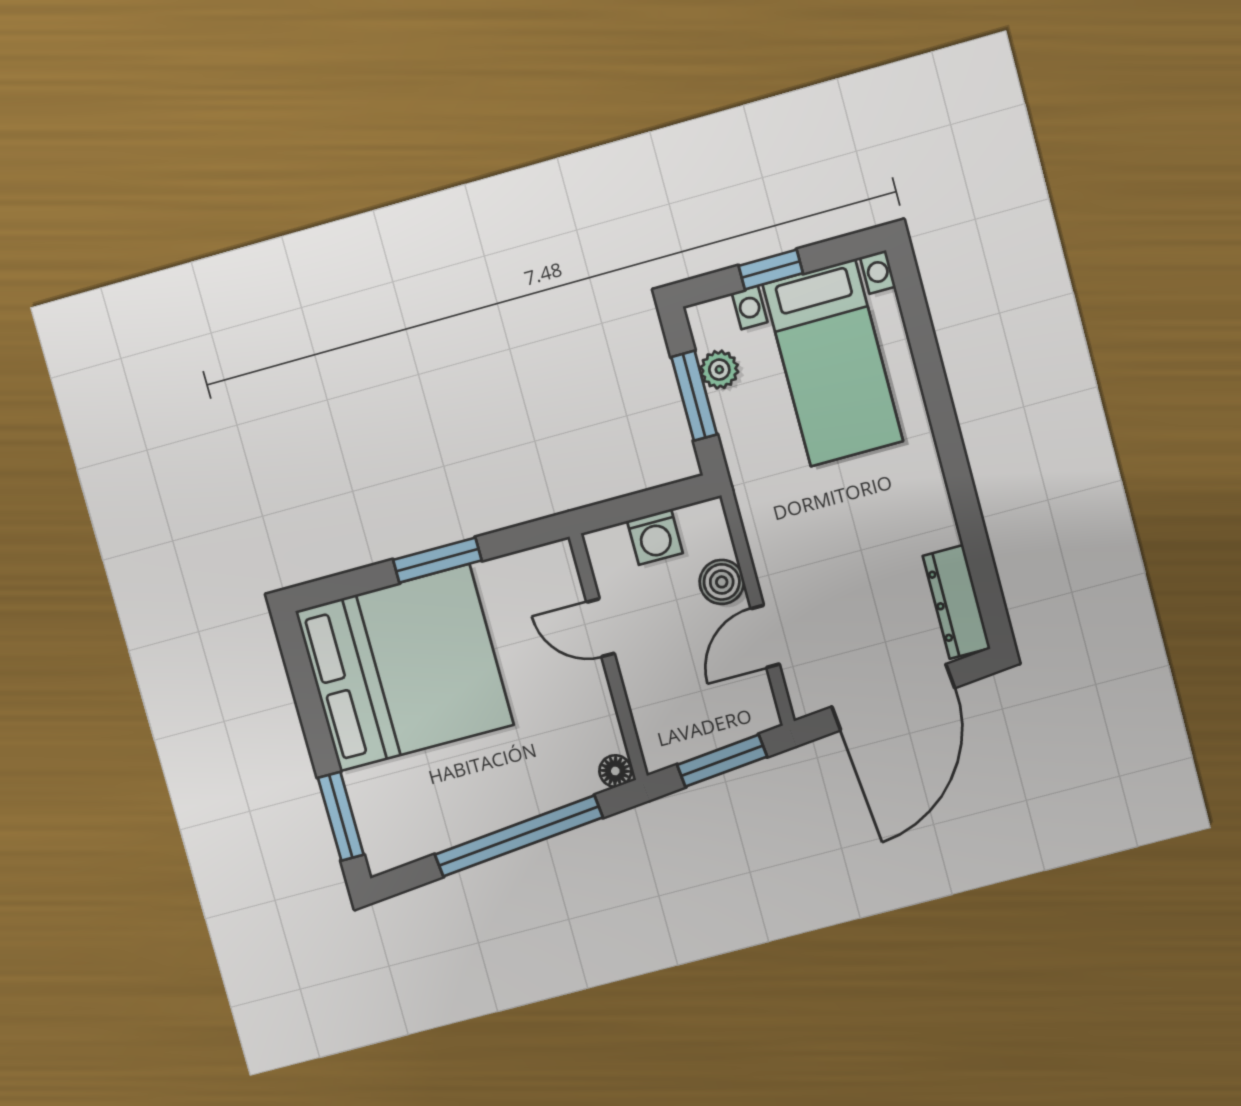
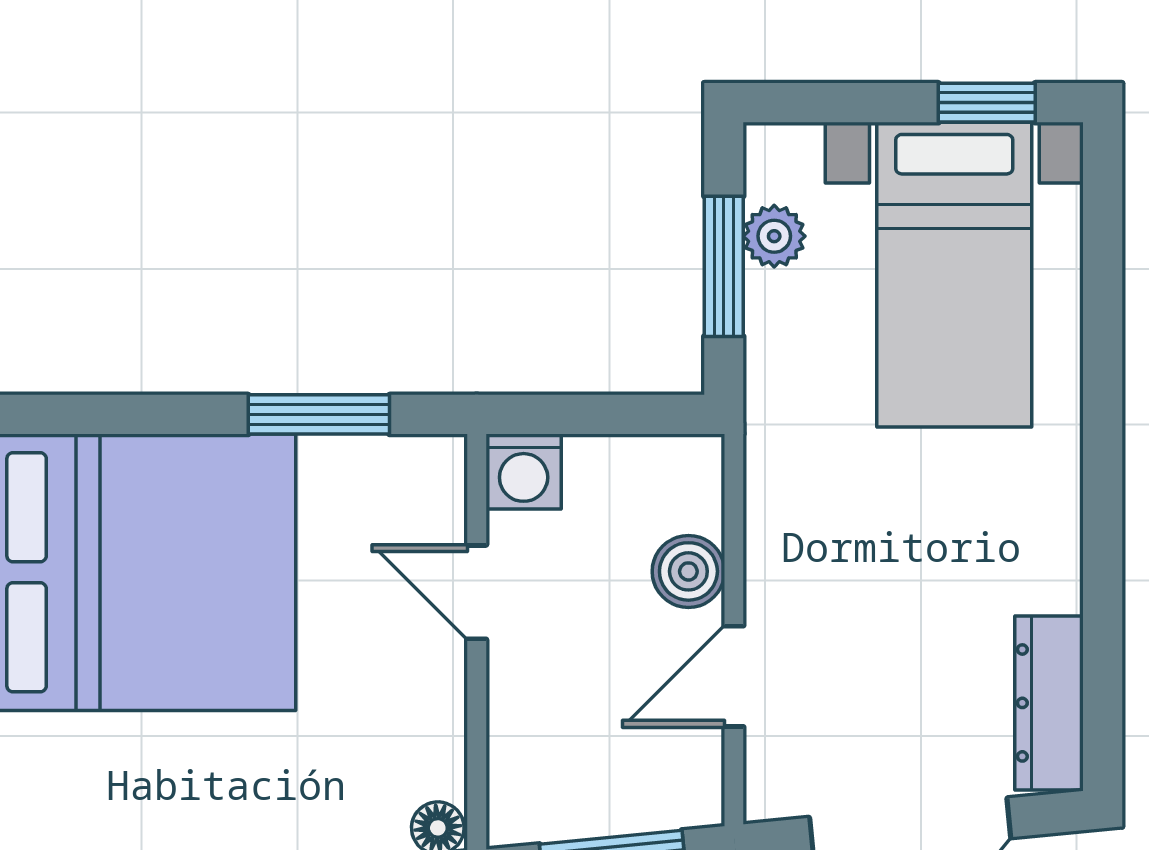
window: (771, 270) -> (987, 103), moved
washing machine: (655, 537) -> (524, 471), moved
window: (437, 560) -> (319, 414), moved

